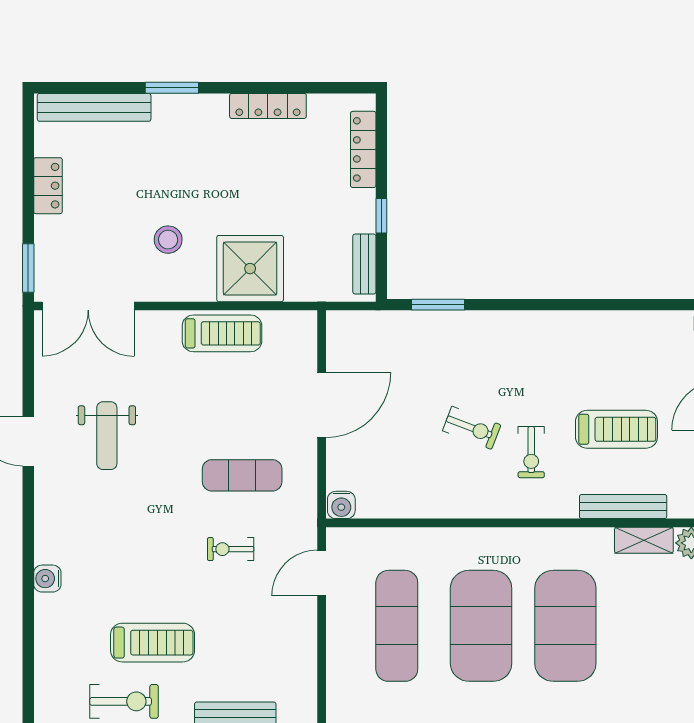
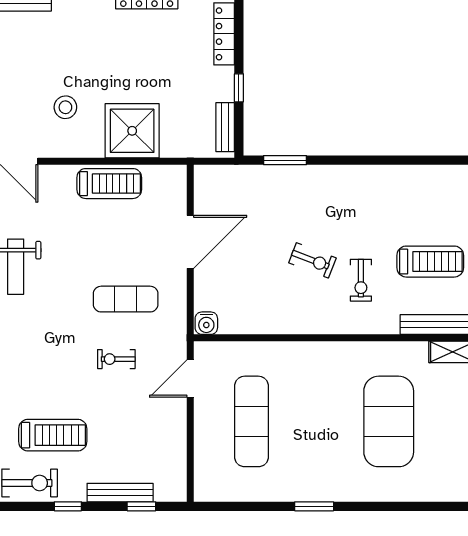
exercise mat: (481, 626) -> (320, 421), removed

